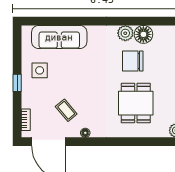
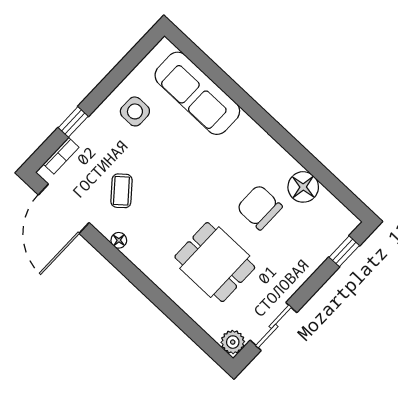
plant: (125, 33) -> (282, 165), removed
window: (17, 83) -> (73, 122), moved
dining table: (136, 103) -> (215, 262), turned 90

